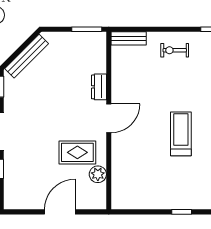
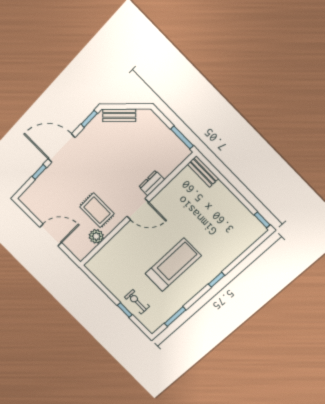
exercise bike: (175, 50) -> (137, 302), moved
bench: (27, 56) -> (119, 115), width x0.73
treadmill: (181, 134) -> (173, 265), width x1.37, depth x1.38

